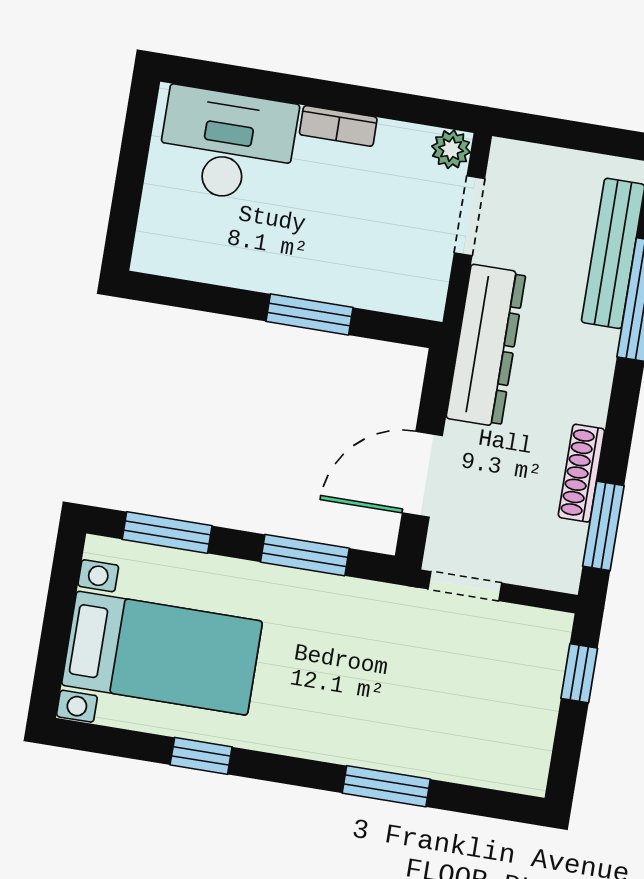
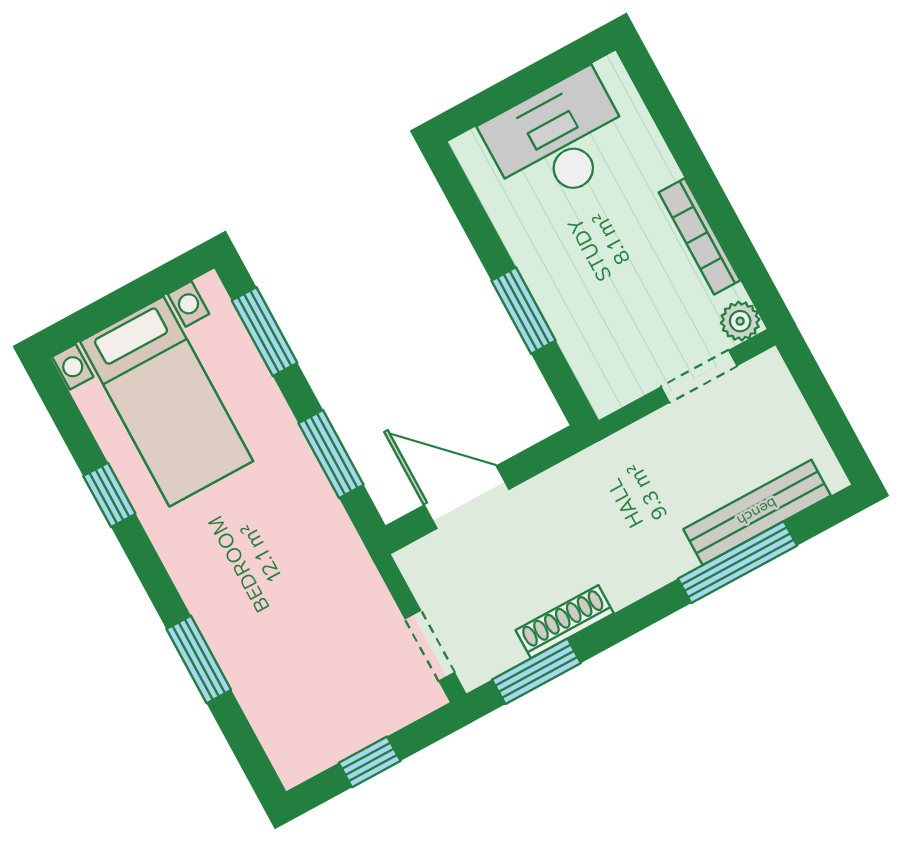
bookcase: (338, 126) -> (699, 236), width x1.56
desk: (227, 145) -> (558, 140), moved, turned -90
dresser: (486, 346) -> (607, 469), removed
doorway: (465, 586) -> (430, 646), moved
window: (579, 673) -> (370, 762), moved

